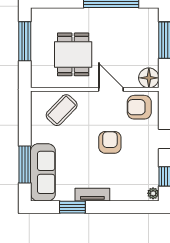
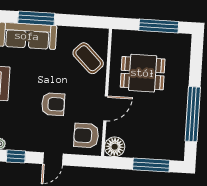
armchair: (139, 107) -> (86, 135), turned -90

